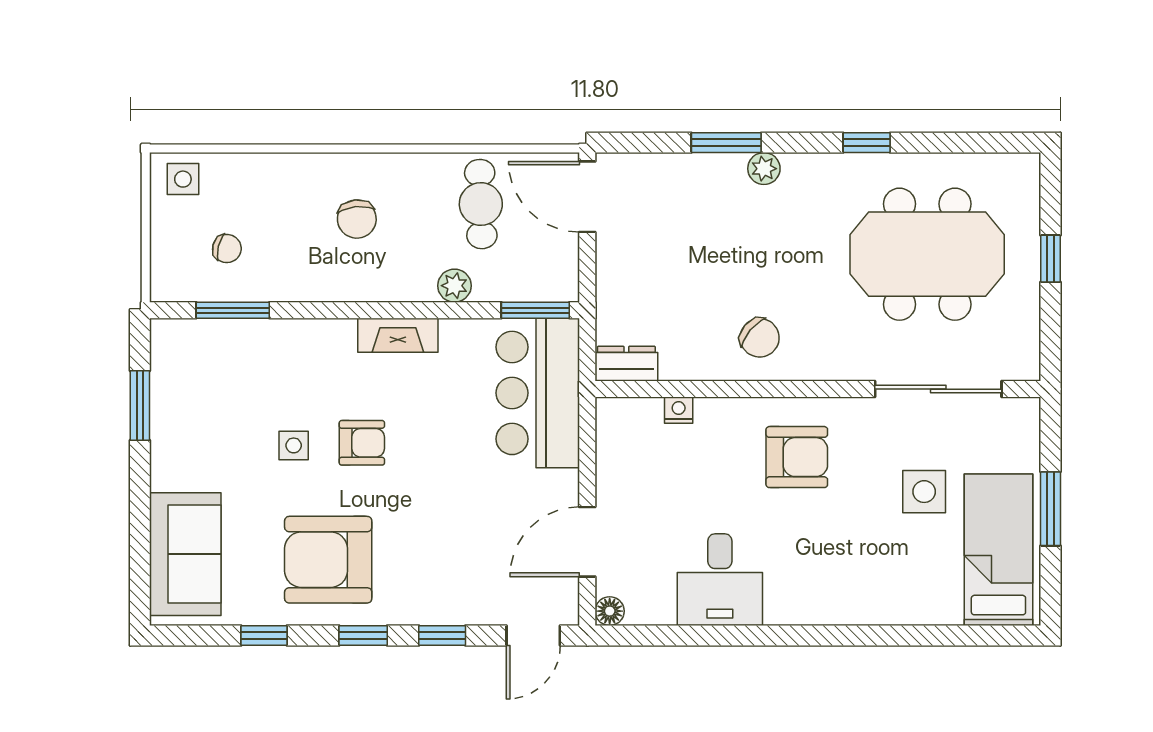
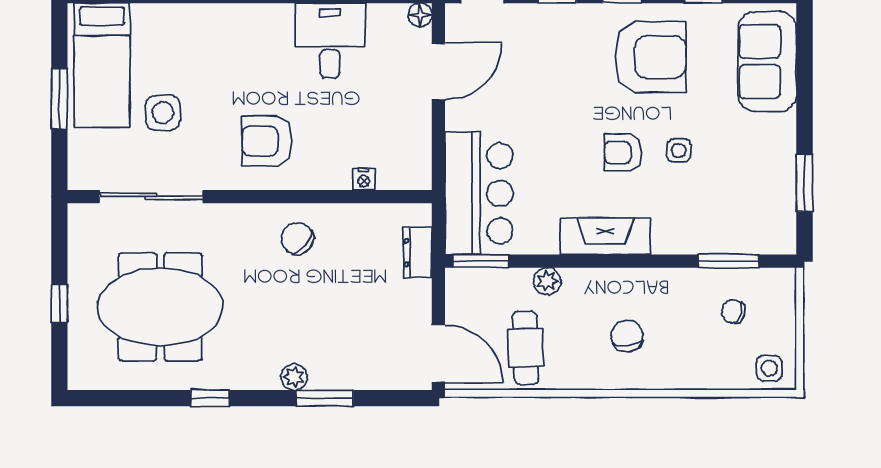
fireplace: (398, 335) -> (605, 236), width x1.37, depth x1.32
dresser: (626, 364) -> (418, 252), moved, turned 90

